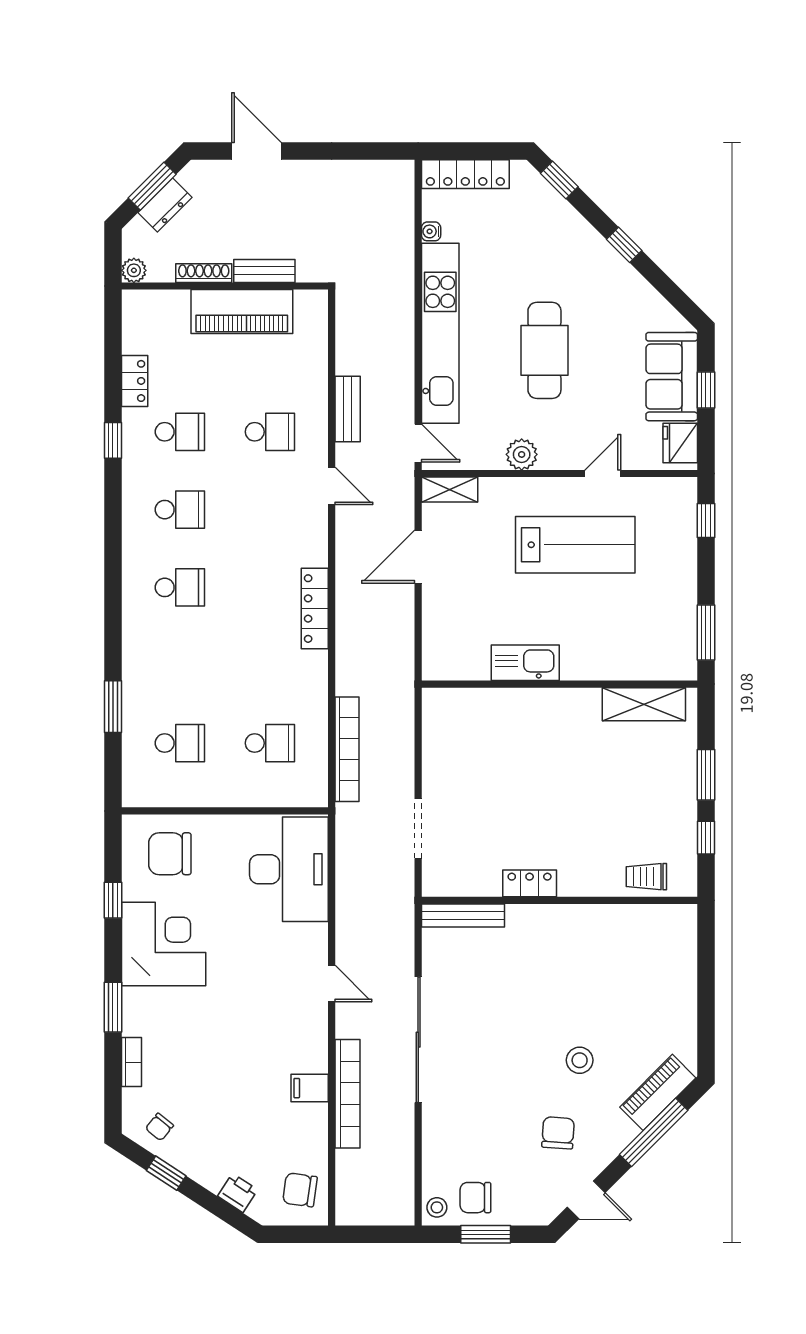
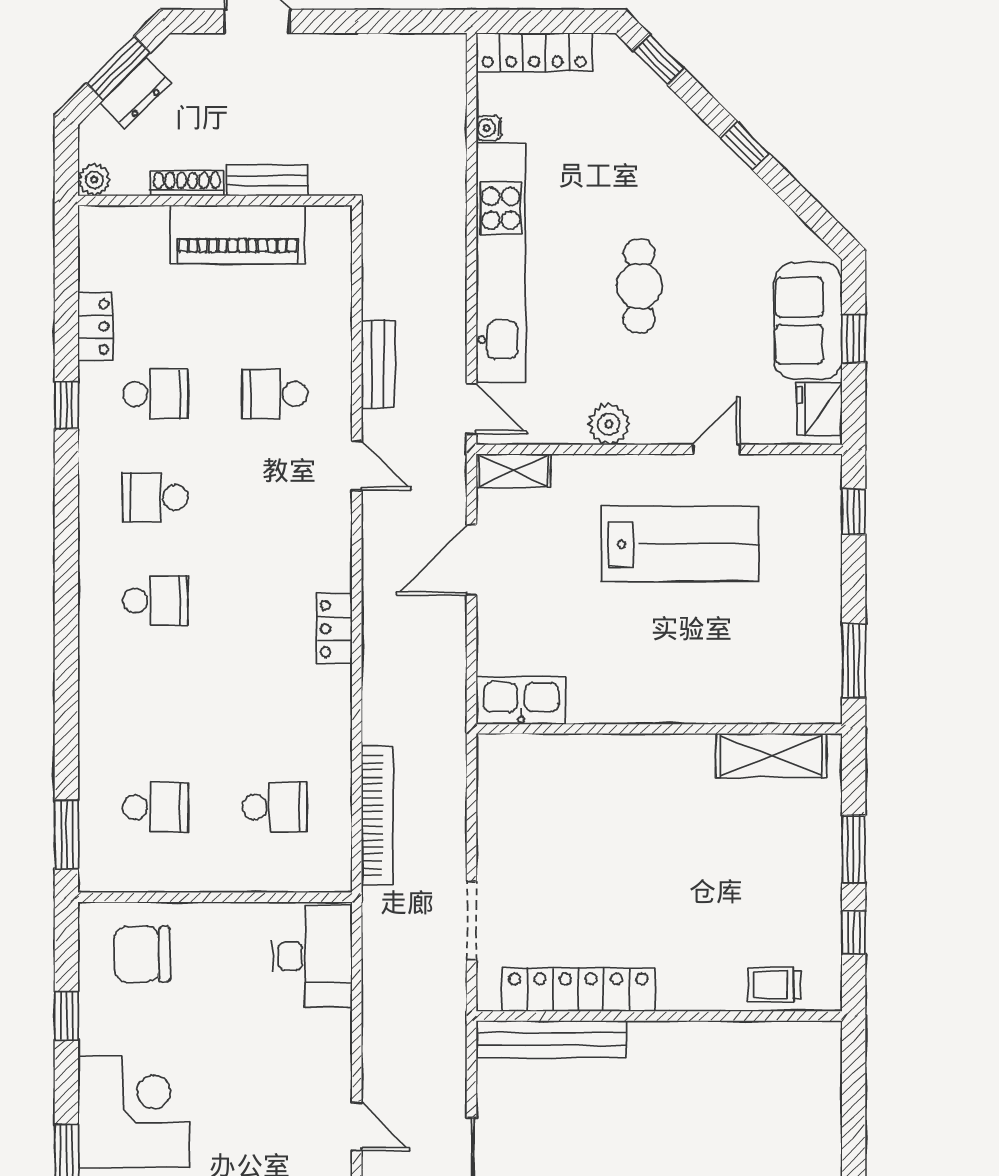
cafe table: (544, 350) -> (639, 286), width x0.73, depth x0.74
school desk: (270, 432) -> (275, 394), turned 180
school desk: (180, 510) -> (155, 497), turned 180
locker: (315, 609) -> (334, 629), width x0.66
kitchen sink: (525, 663) -> (521, 701), moved
window: (113, 707) -> (66, 835), moved
desk: (289, 869) -> (312, 956), width x0.73, depth x0.77
locker: (530, 883) -> (578, 990), width x2.16, depth x1.21
bench: (463, 915) -> (551, 1039), width x1.37, depth x1.21
corner desk: (164, 944) -> (134, 1112), moved

